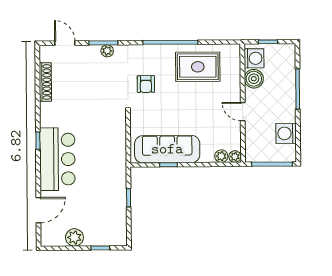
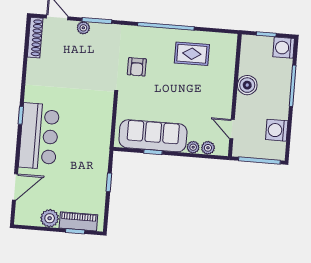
plant: (107, 51) -> (83, 28), moved
washing machine: (254, 58) -> (284, 48), moved, turned 180
rug: (198, 67) -> (192, 54), width x0.73, depth x0.70
boiler: (254, 79) -> (247, 85), moved
shoe rack: (45, 82) -> (35, 38), moved
door: (243, 112) -> (232, 129), moved
plant: (235, 157) -> (193, 147), moved
piano: (103, 238) -> (78, 221), added

